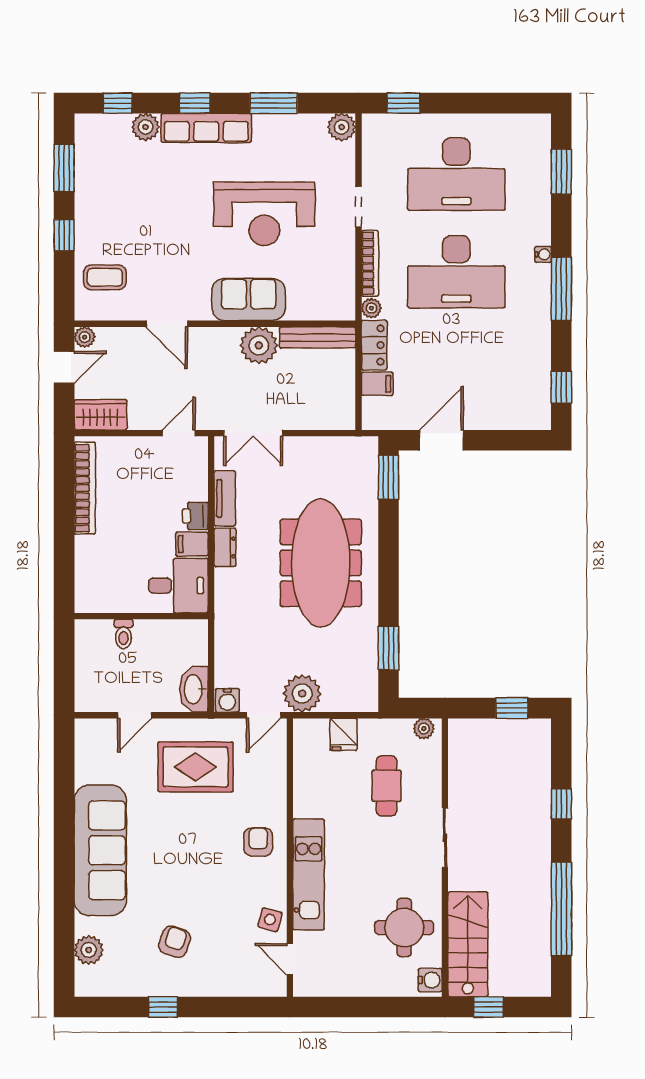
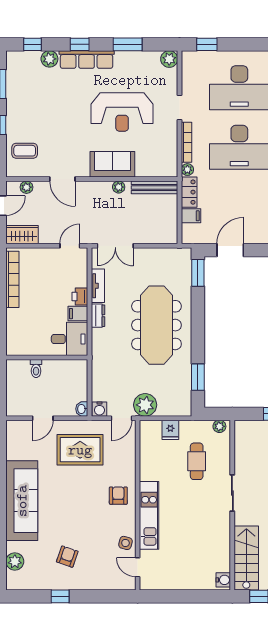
plant: (85, 337) -> (26, 187), moved
plant: (259, 345) -> (119, 187), width x0.53, depth x0.53
washbasin: (194, 689) -> (82, 409), width x0.52, depth x0.69
round table: (404, 928) -> (207, 548), removed

